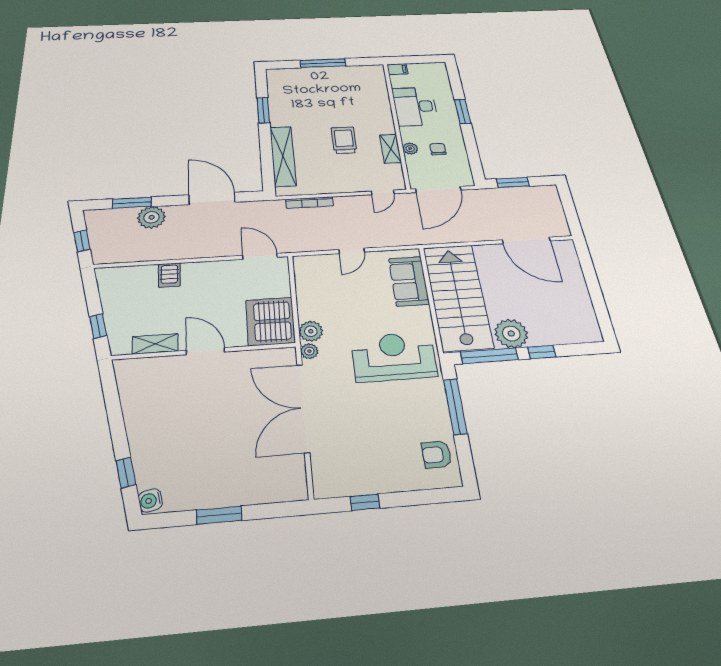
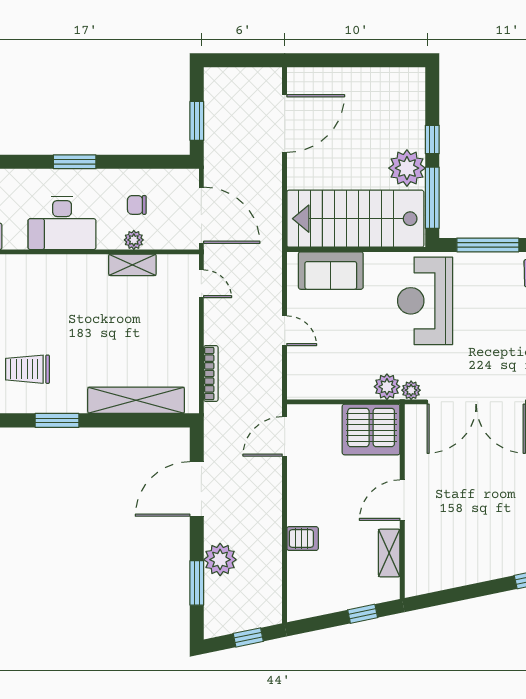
trolley: (344, 140) -> (27, 369), moved

